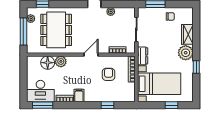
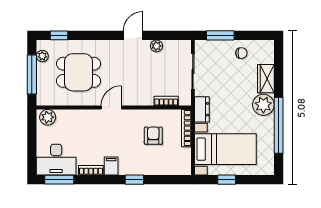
dining table: (56, 30) -> (78, 72), width x0.73
door: (91, 55) -> (111, 108), moved
plant: (61, 61) -> (48, 117), moved
floor lamp: (48, 63) -> (66, 119), removed
window: (196, 67) -> (279, 125), width x3.17
window: (107, 105) -> (134, 180), moved
window: (172, 105) -> (227, 180), moved

